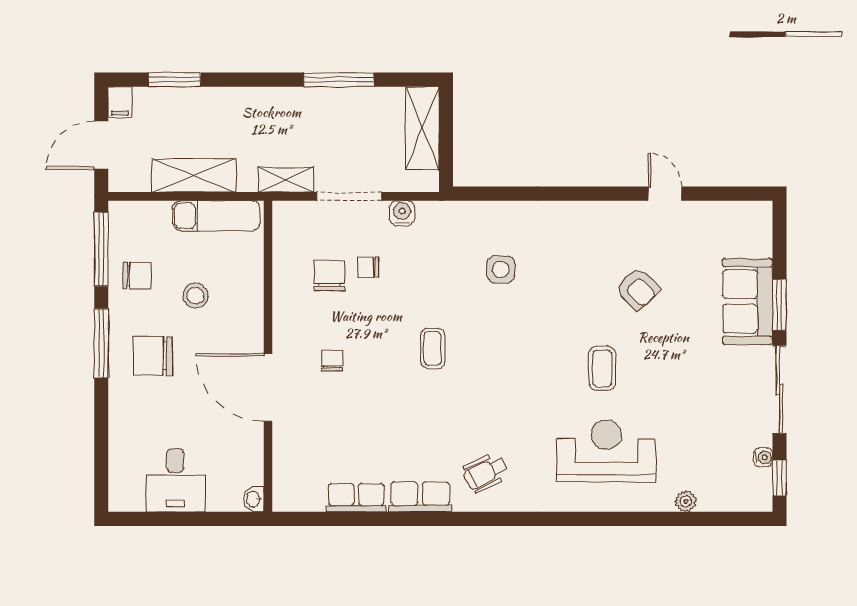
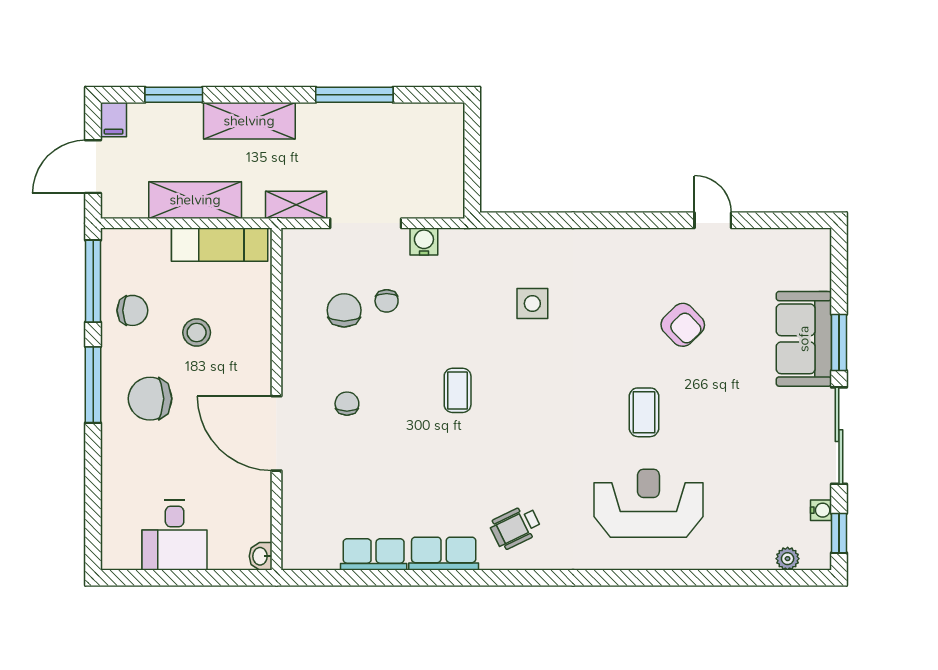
shelving: (422, 128) -> (249, 121), moved, turned 90
chair: (368, 267) -> (387, 301), turned -90
plant: (686, 501) -> (788, 559), moved

